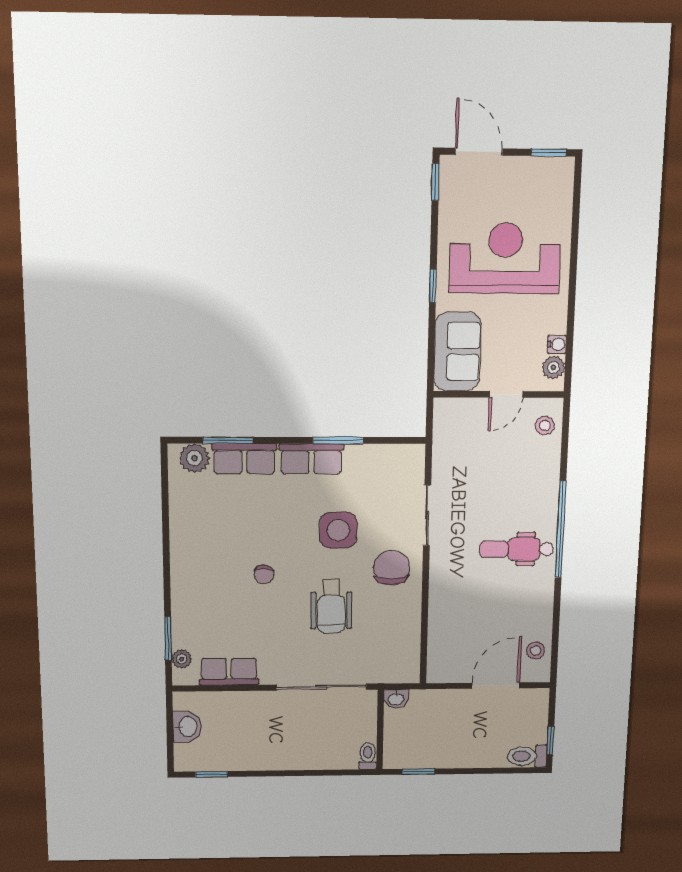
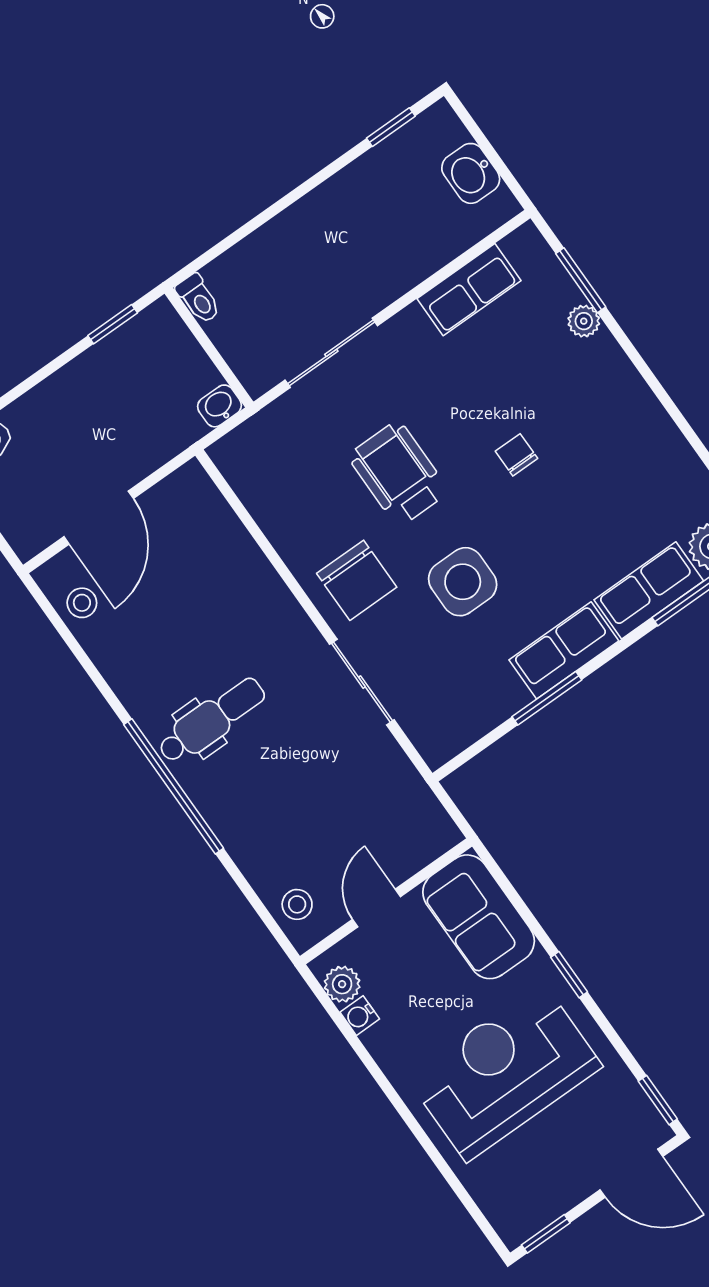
reception desk: (505, 258) -> (504, 1072), turned 180
plant: (182, 659) -> (584, 321), moved
sliding door: (321, 687) -> (331, 353), width x0.73

